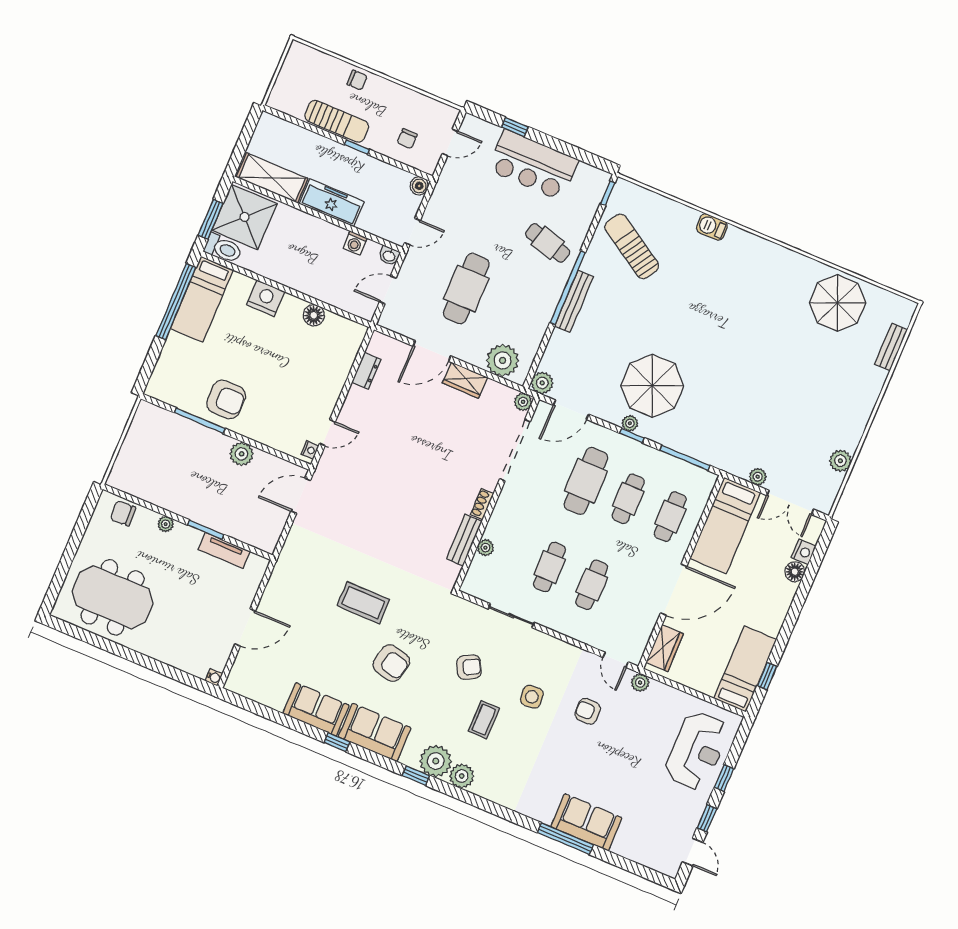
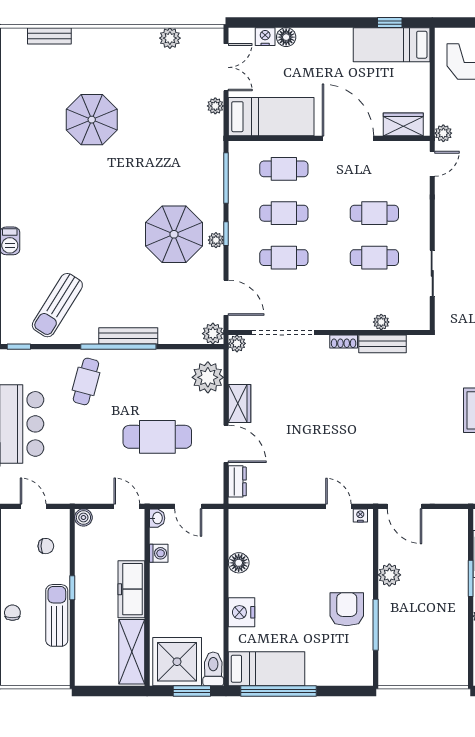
parasol: (837, 303) -> (92, 120), moved
dresser: (366, 371) -> (237, 481), moved, turned 90
cafe table: (586, 481) -> (284, 258), width x0.73, depth x0.74

